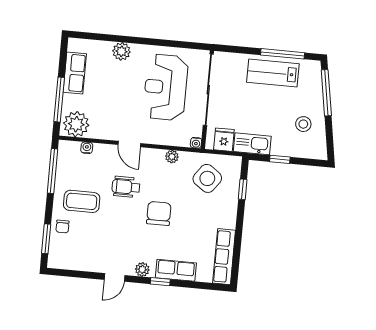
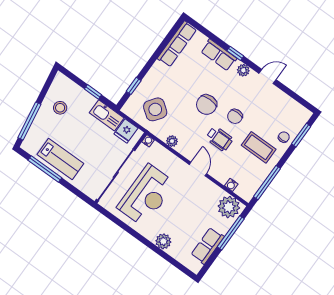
chair: (123, 218) -> (235, 116), added

